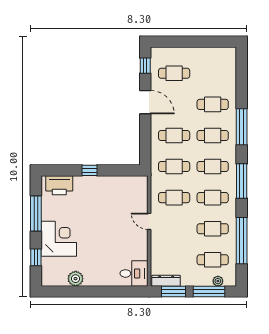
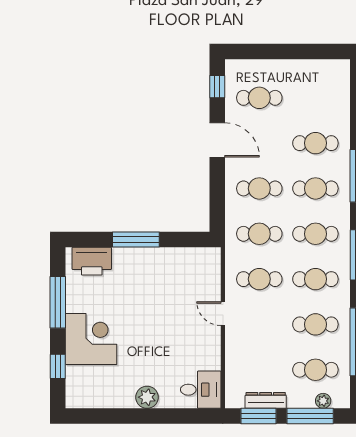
window: (89, 170) -> (136, 239), width x2.17
plant: (76, 279) -> (147, 397), moved
dresser: (166, 281) -> (266, 400), moved

